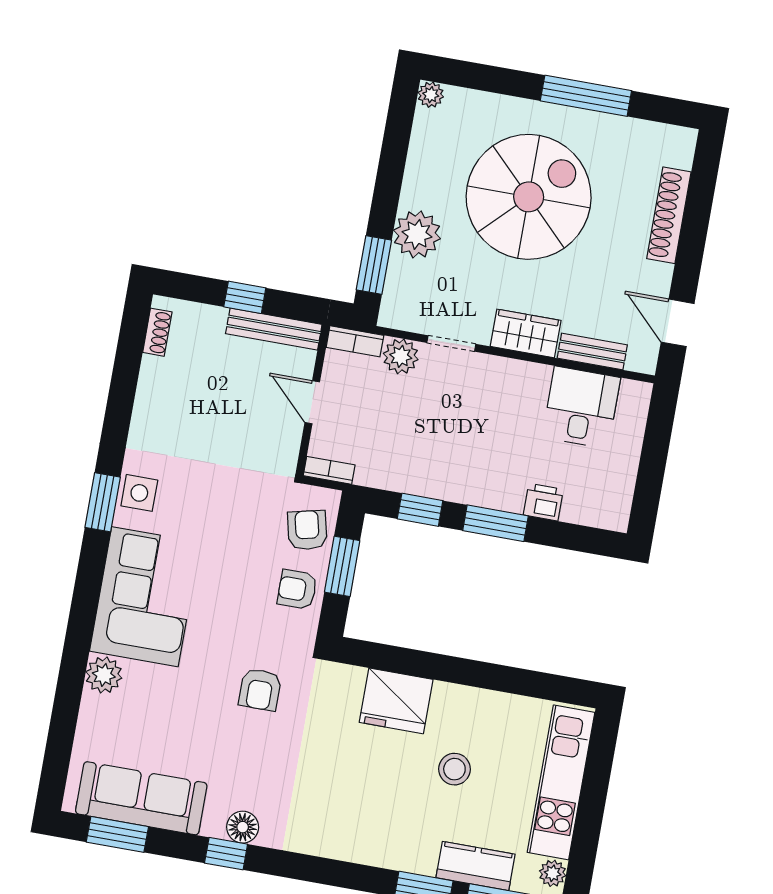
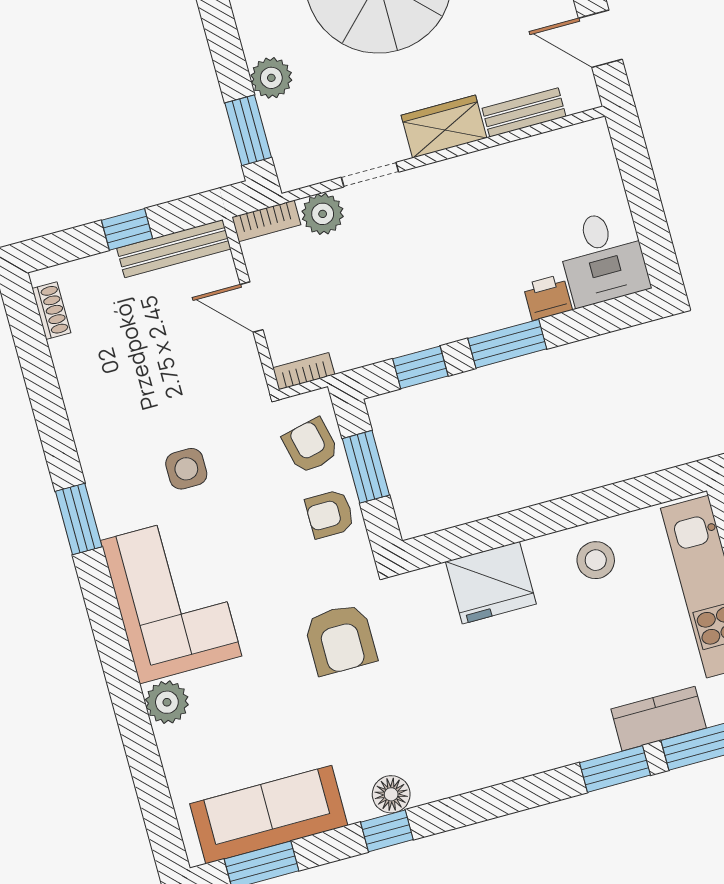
plant: (417, 234) -> (271, 78), width x0.73, depth x0.73
desk: (581, 407) -> (603, 258), moved, turned 180
side table: (139, 493) -> (186, 469), moved
armchair: (260, 690) -> (340, 639), width x1.38, depth x1.38
stool: (454, 769) -> (596, 560), moved

